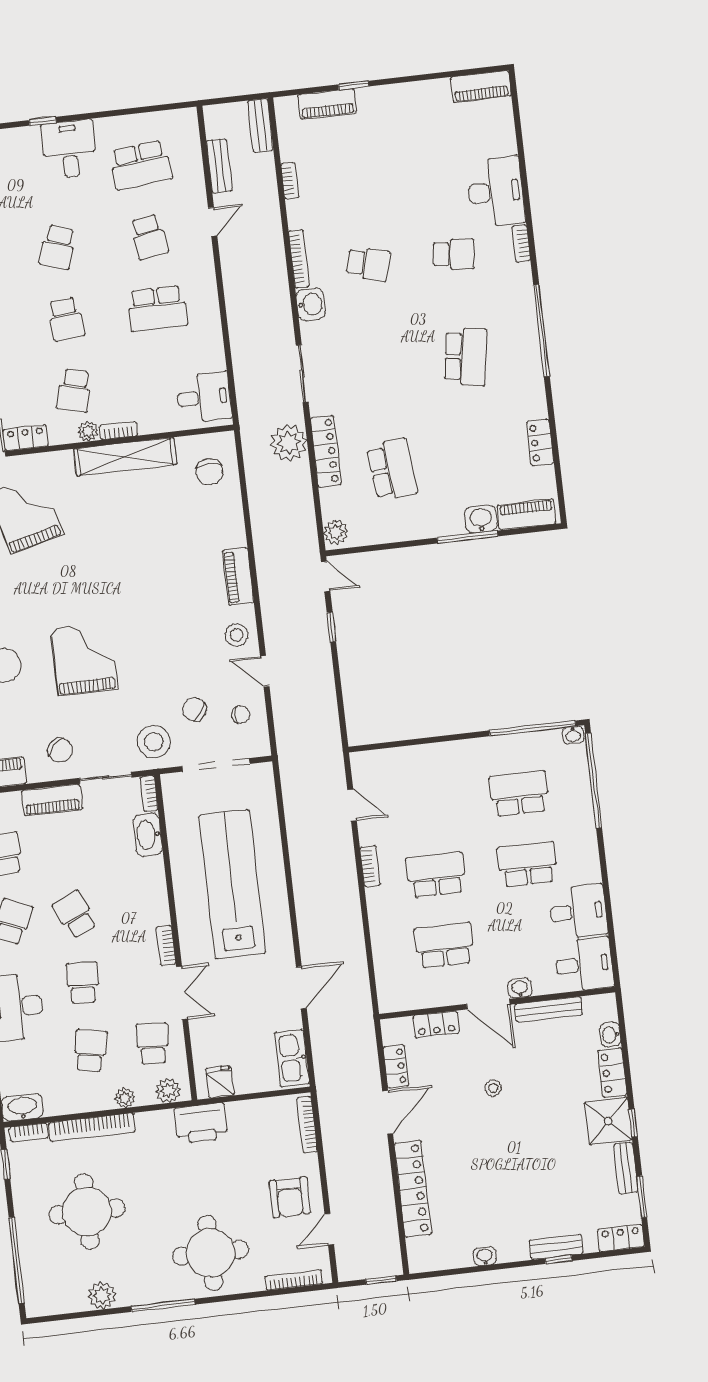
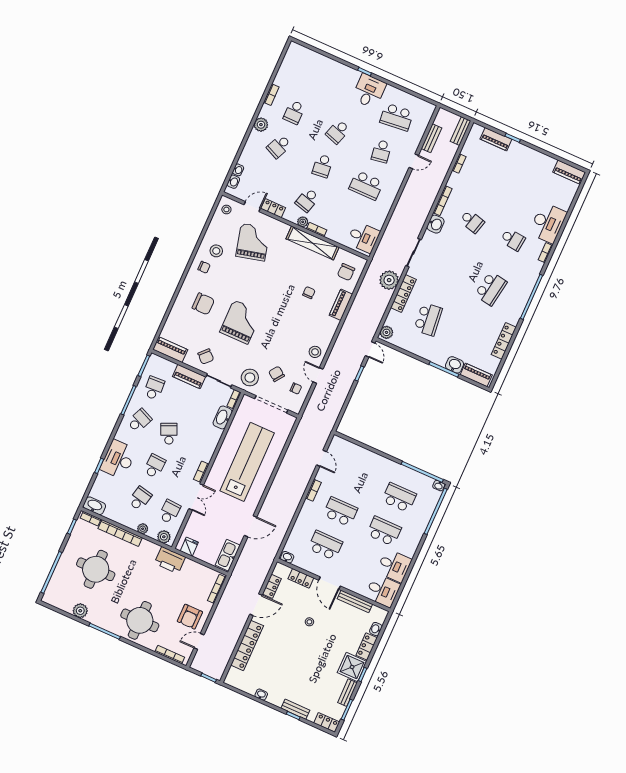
locker: (540, 443) -> (504, 341), width x1.53
chair: (168, 543) -> (309, 293), added
piano: (238, 577) -> (341, 305), moved
washbasin: (520, 988) -> (287, 557), moved

